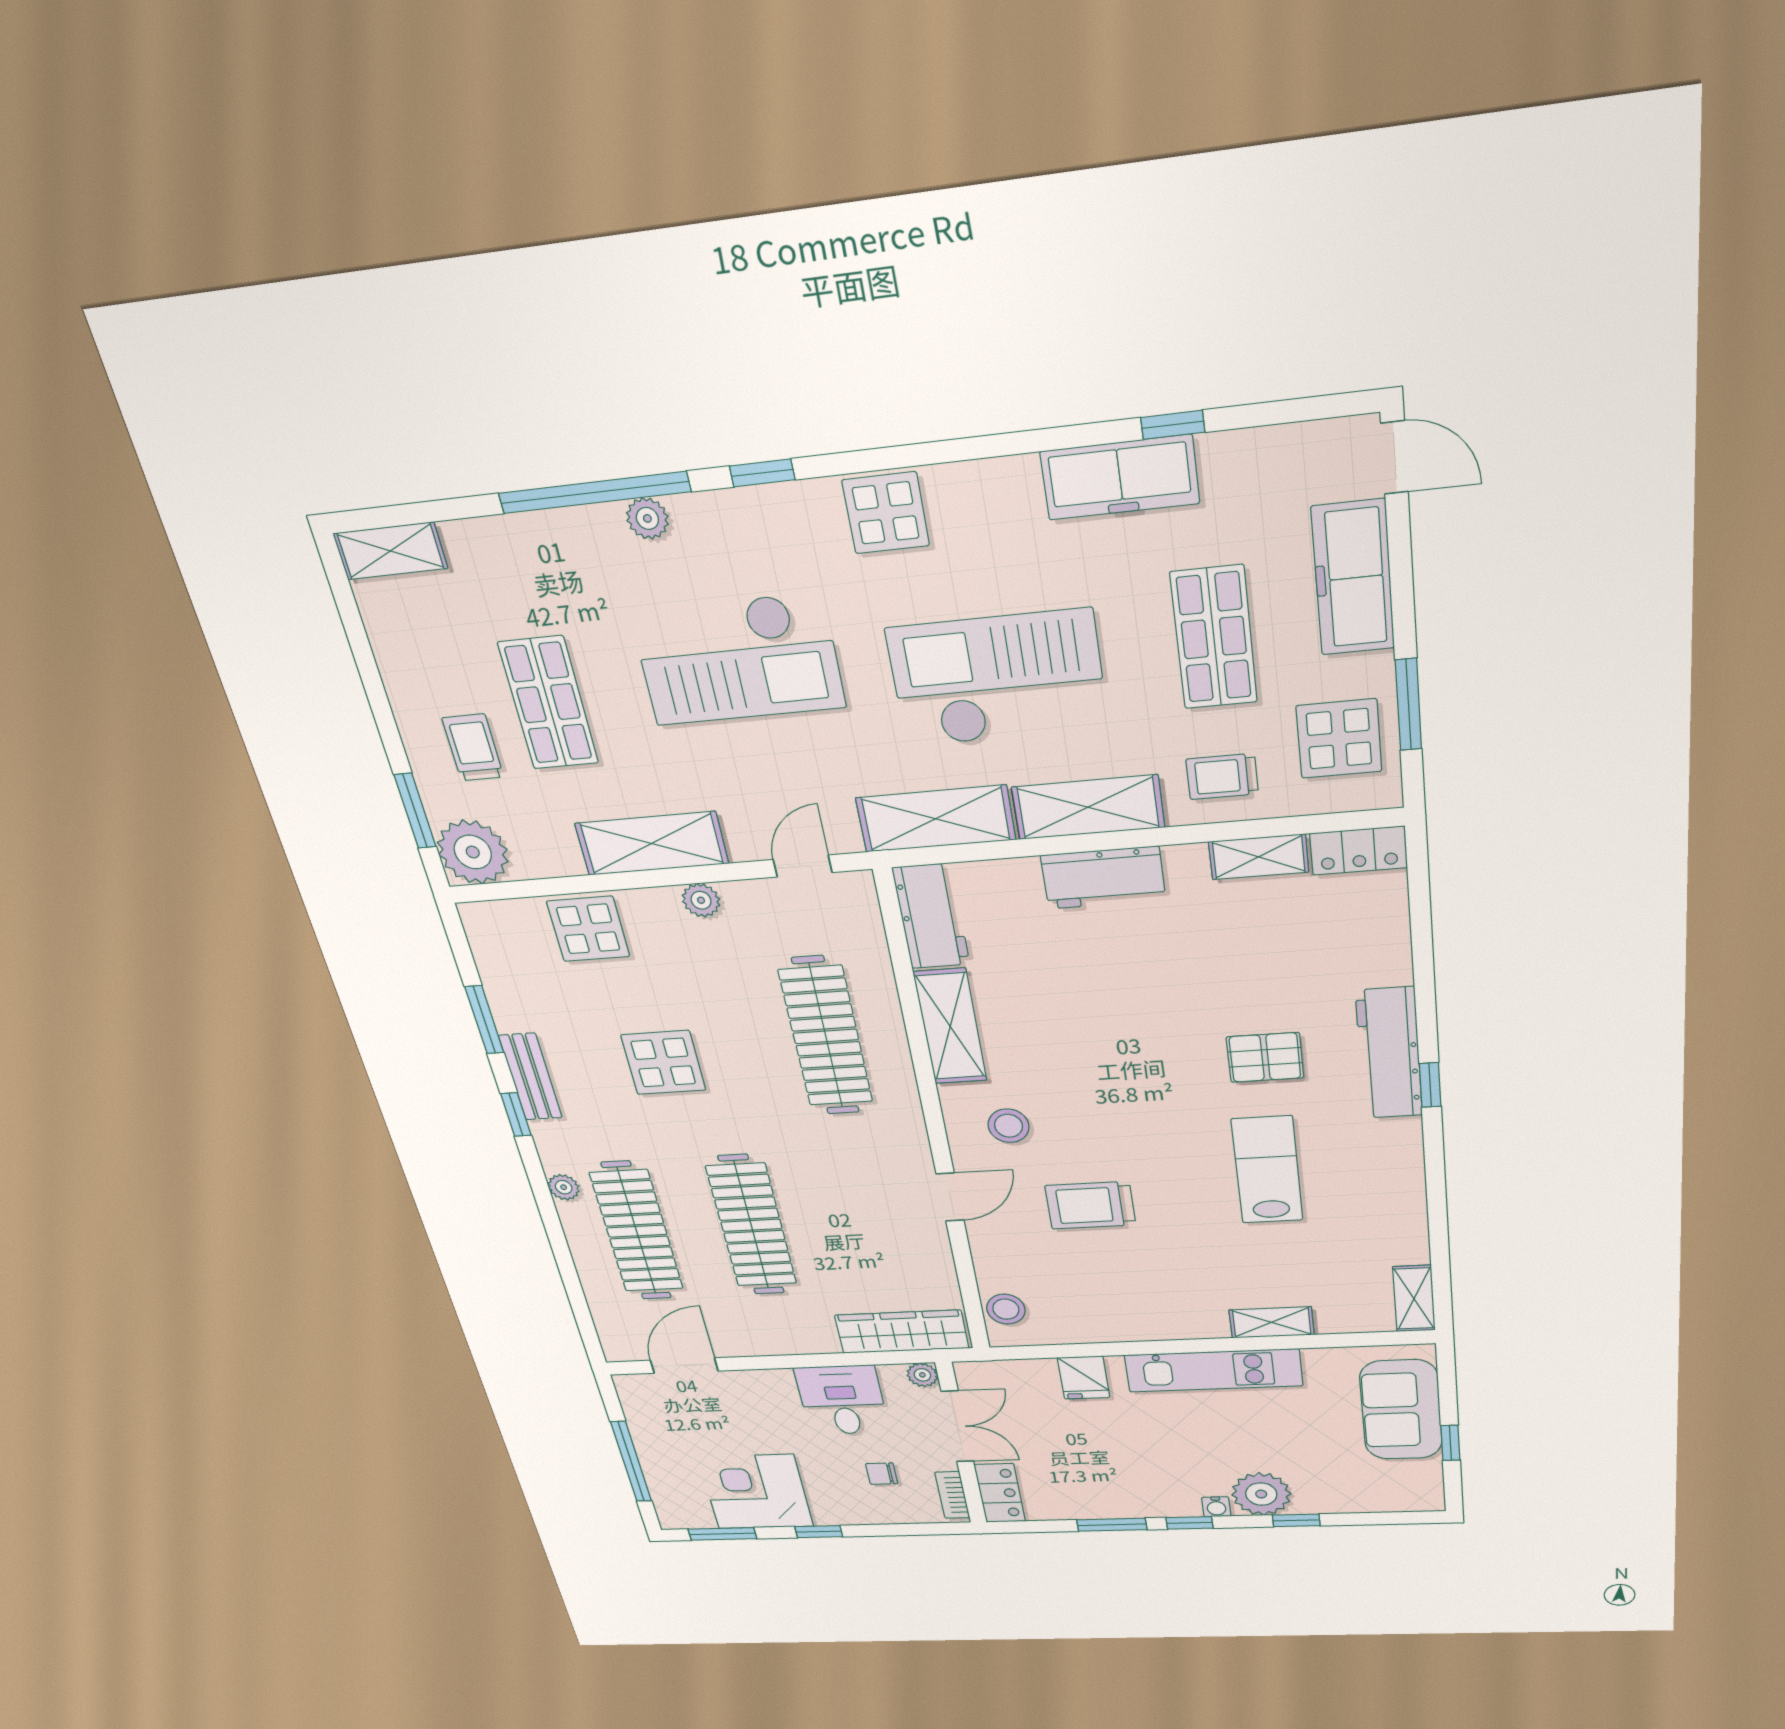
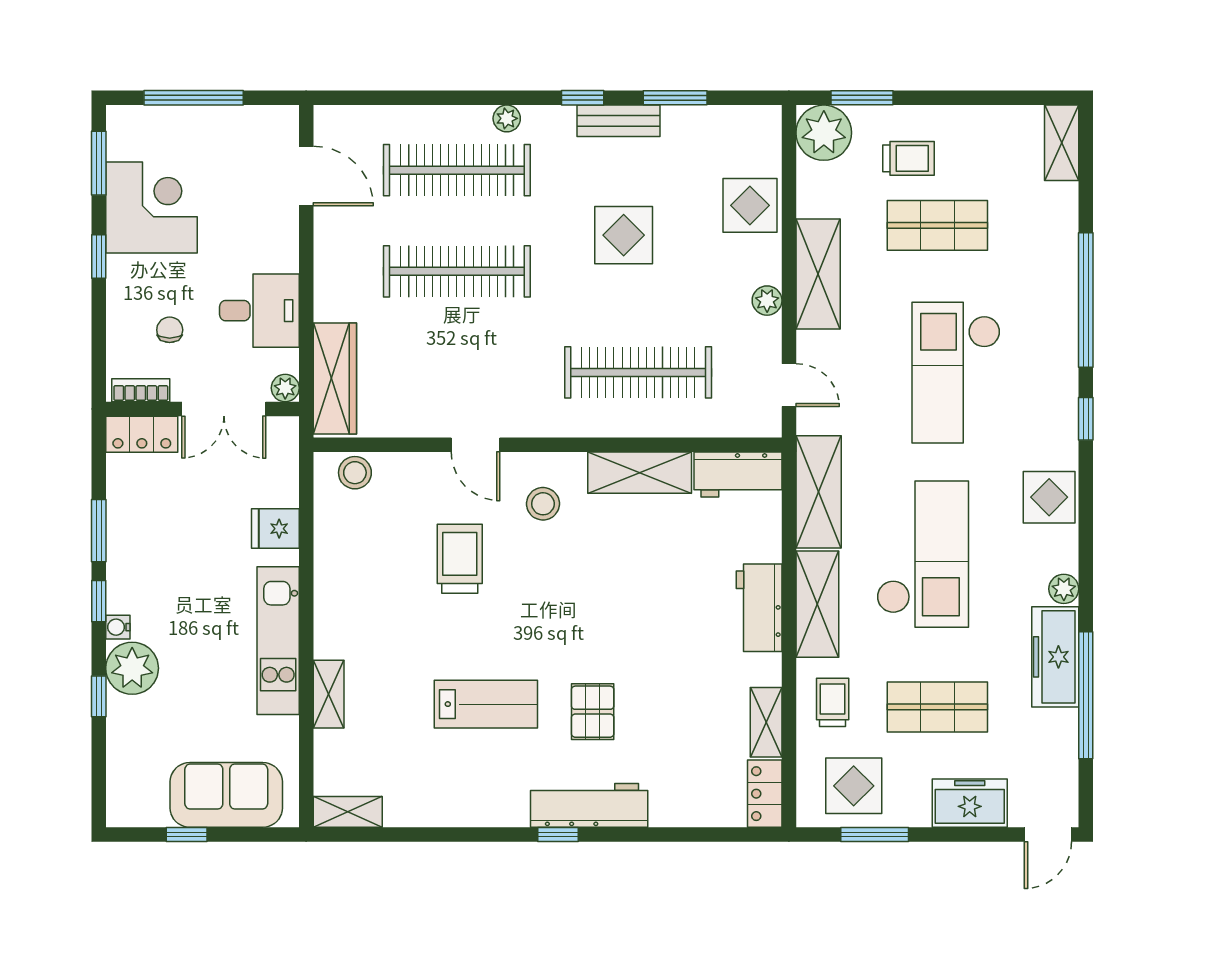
window: (1173, 425) -> (1086, 695), width x3.17
plant: (647, 518) -> (1064, 589), moved
freezer: (1353, 578) -> (970, 803), width x0.71

